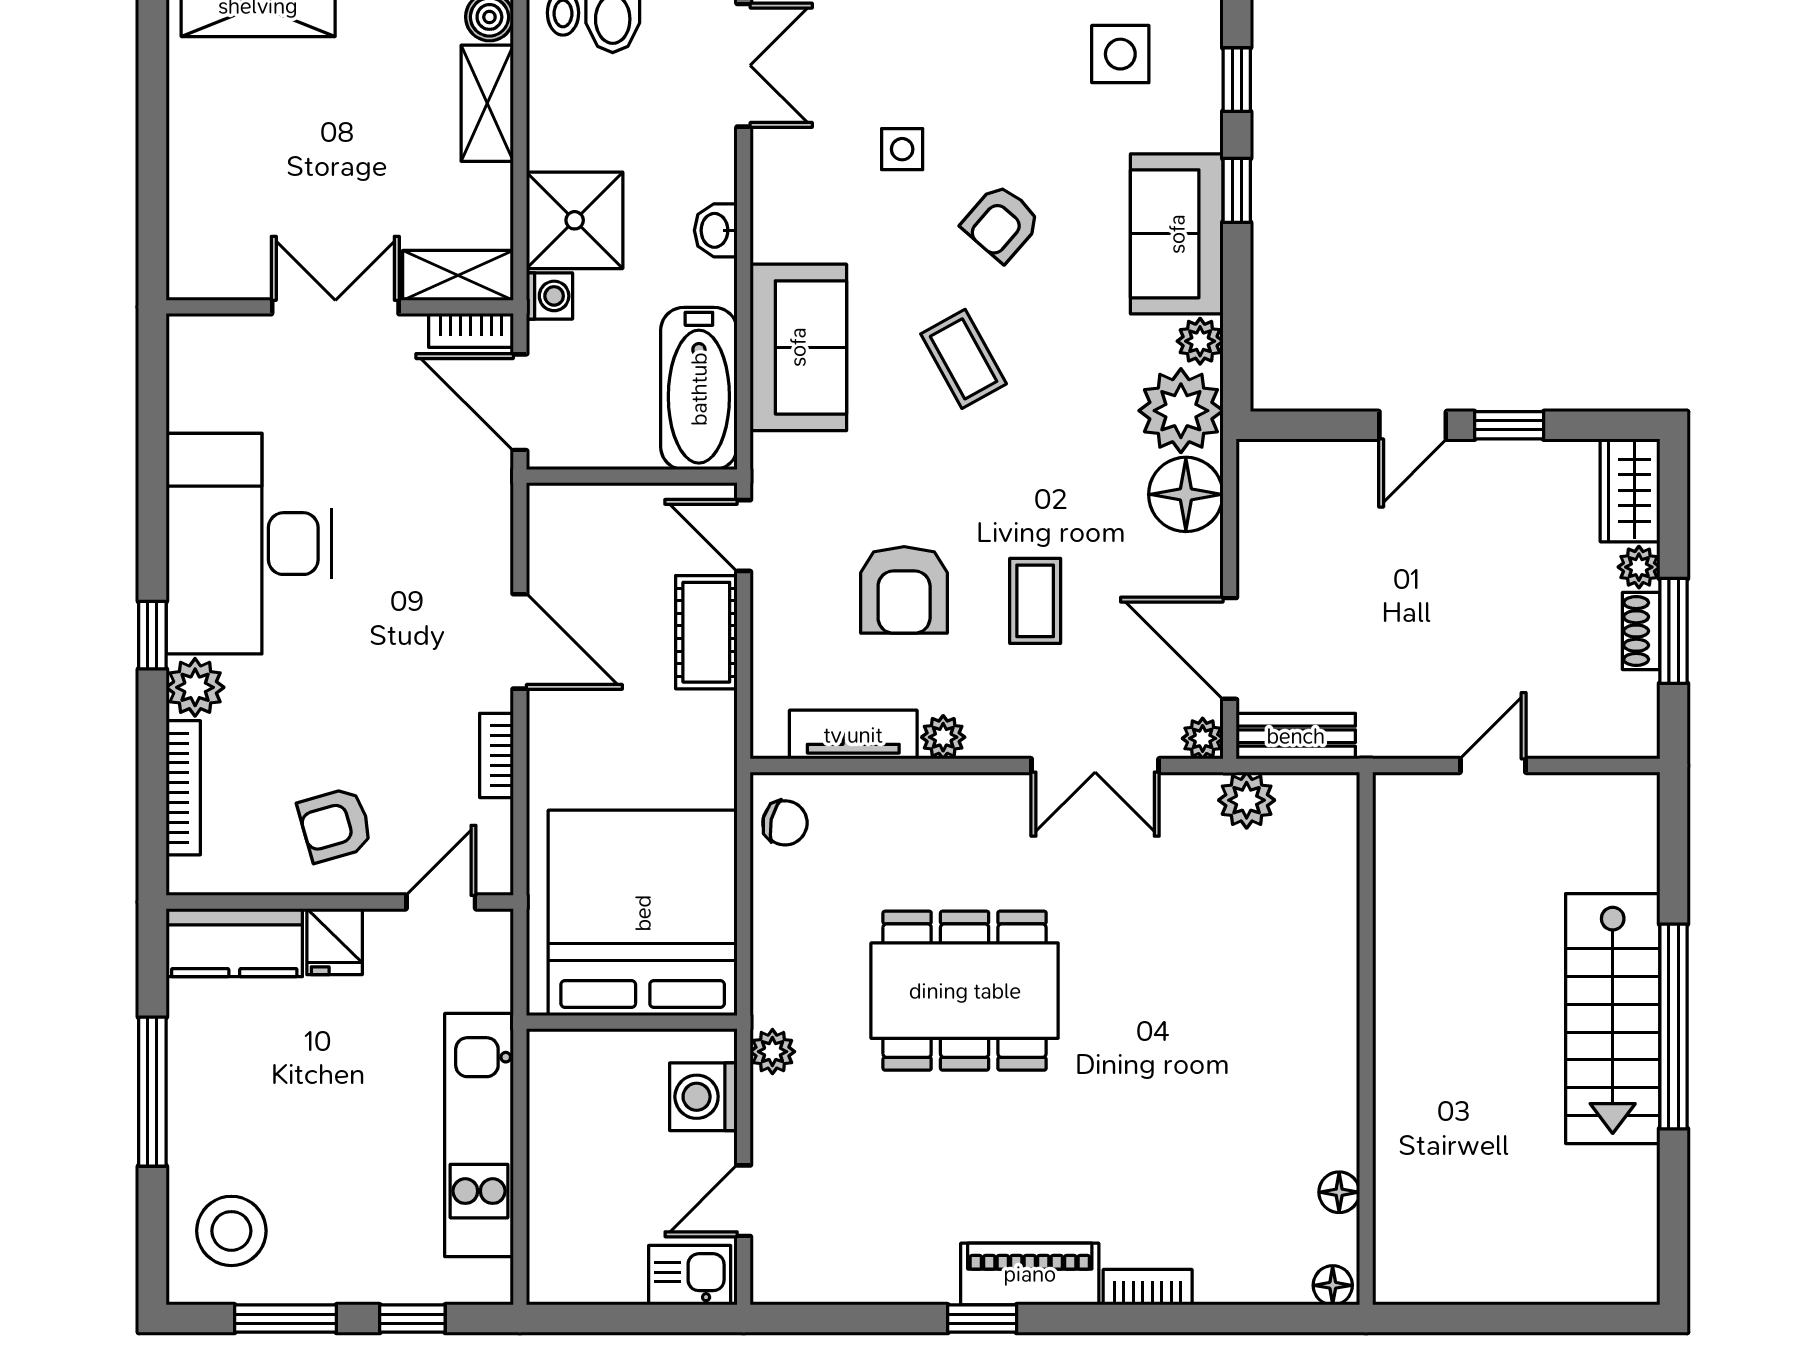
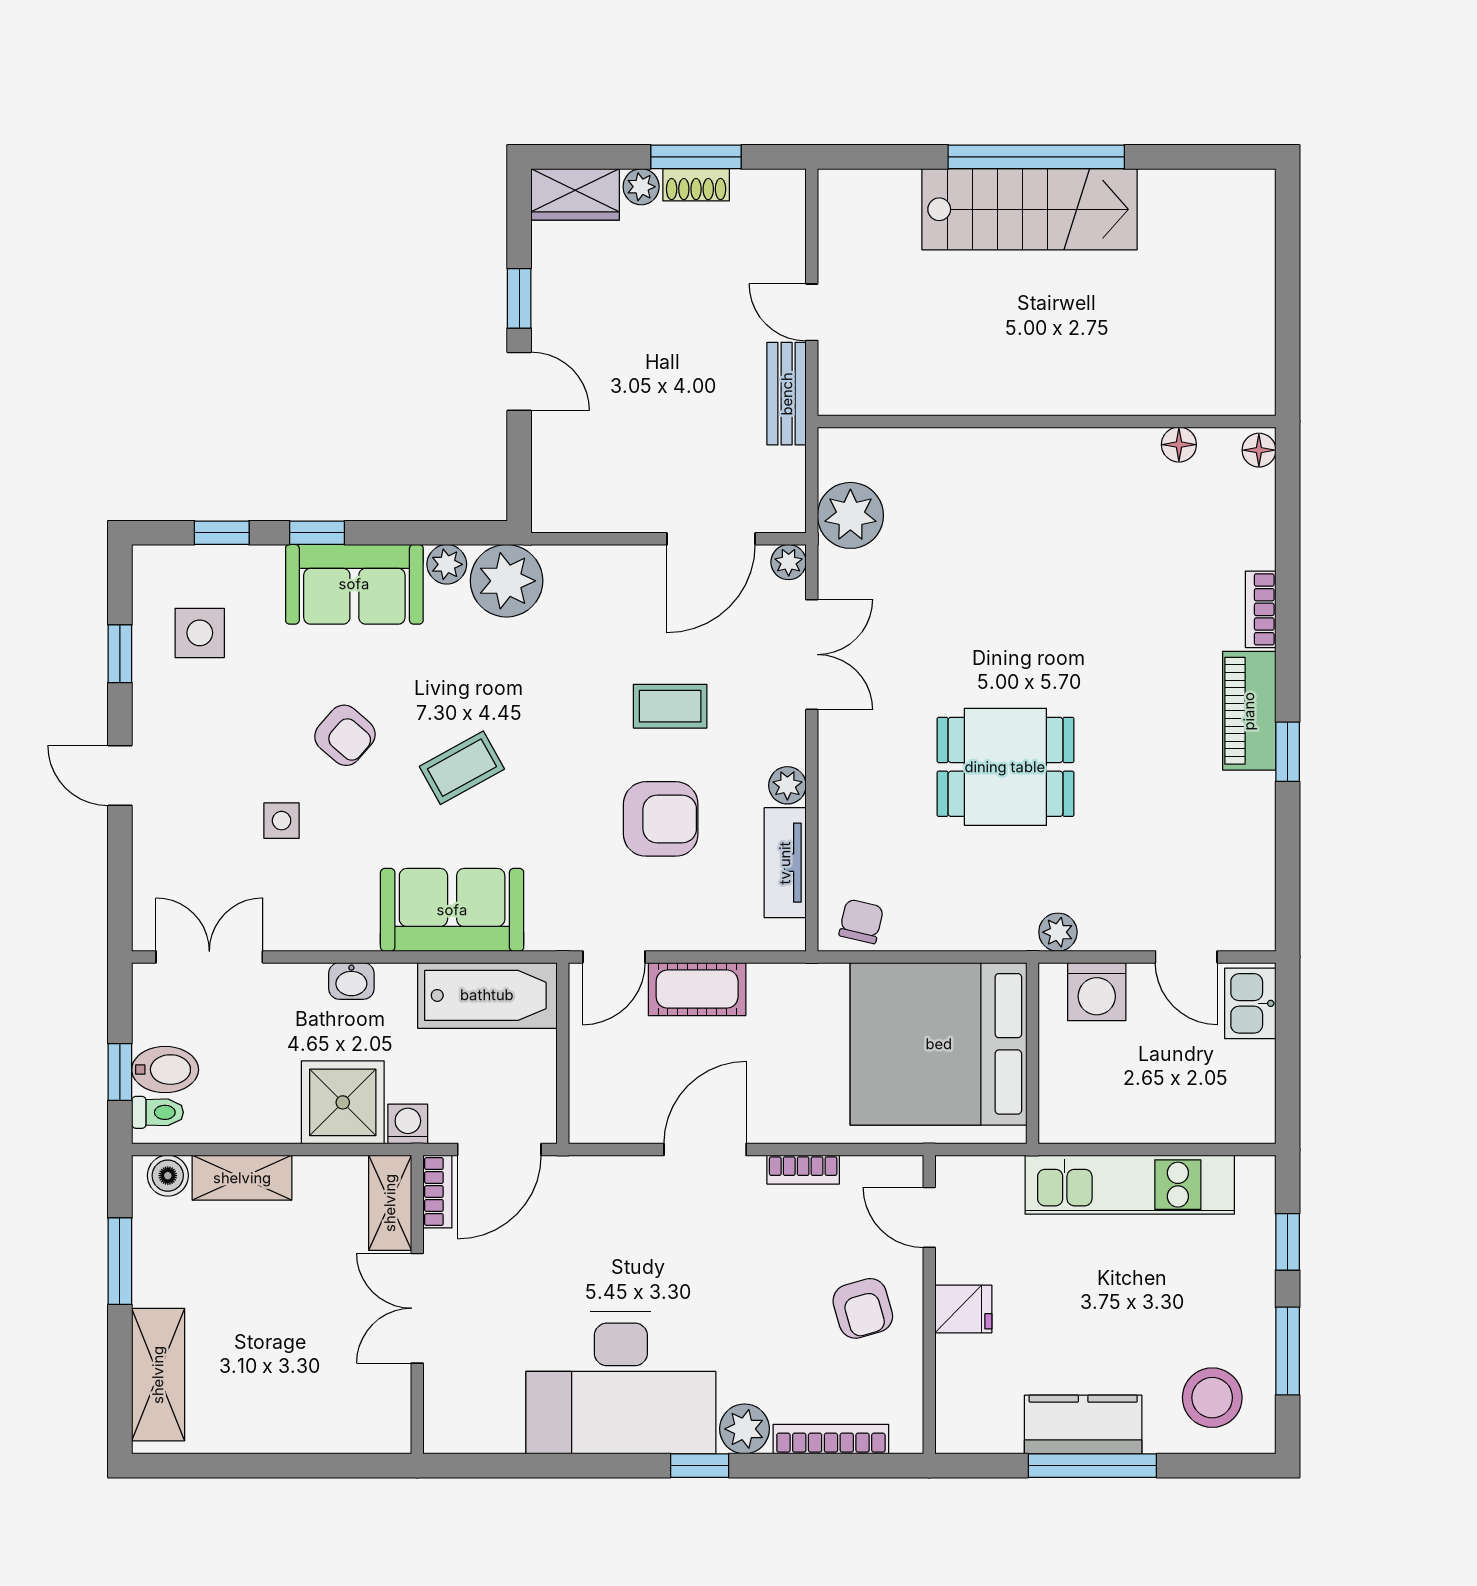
floor lamp: (1186, 494) -> (579, 577), removed
bench: (1296, 736) -> (787, 394), moved
plant: (1247, 800) -> (850, 515), width x1.36, depth x1.36
kitchen counter: (234, 943) -> (1083, 1425), moved, turned -90
dining table: (965, 991) -> (1005, 767), width x0.73

